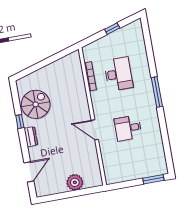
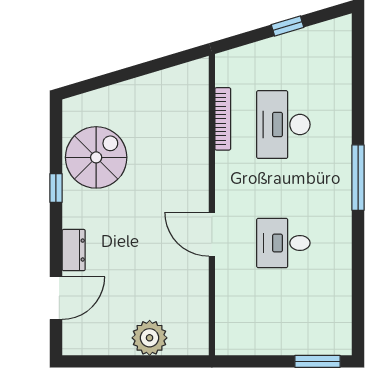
desk: (118, 74) -> (283, 125), turned 180
dresser: (31, 137) -> (74, 250), moved

